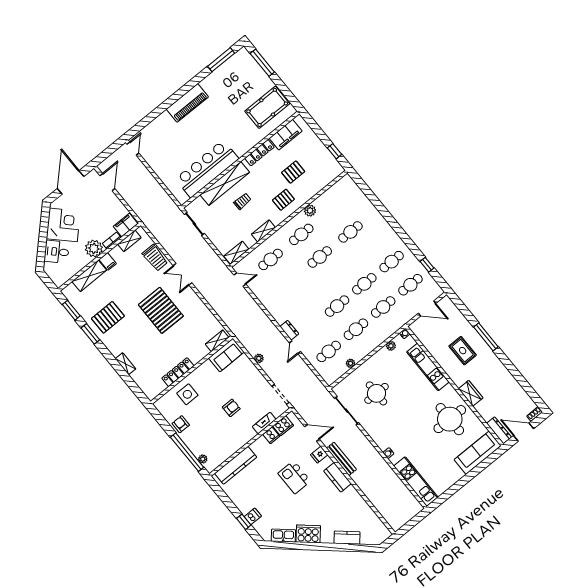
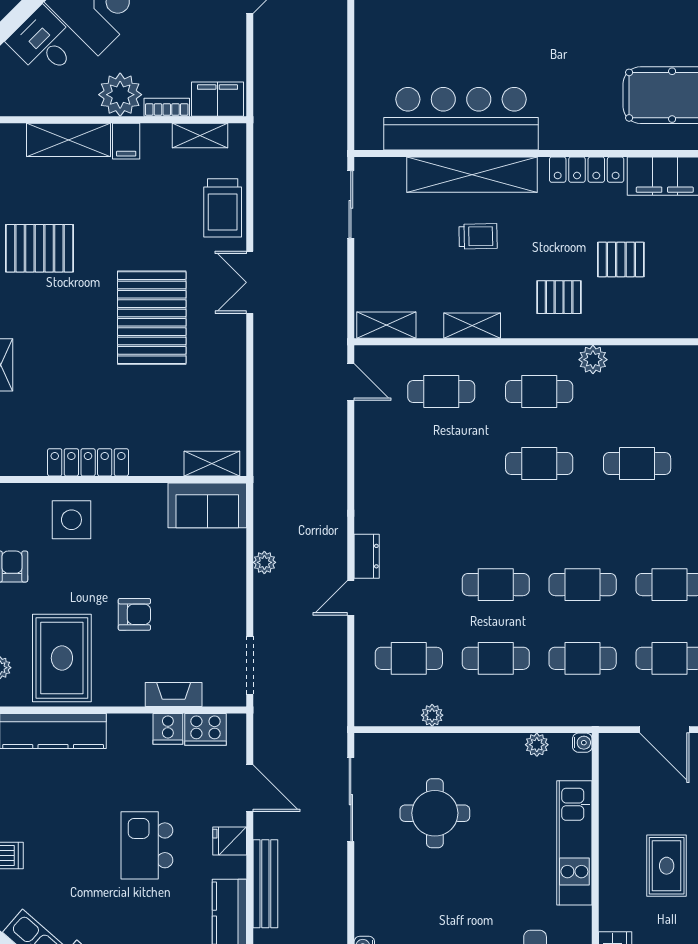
rug: (220, 440) -> (62, 658), added

